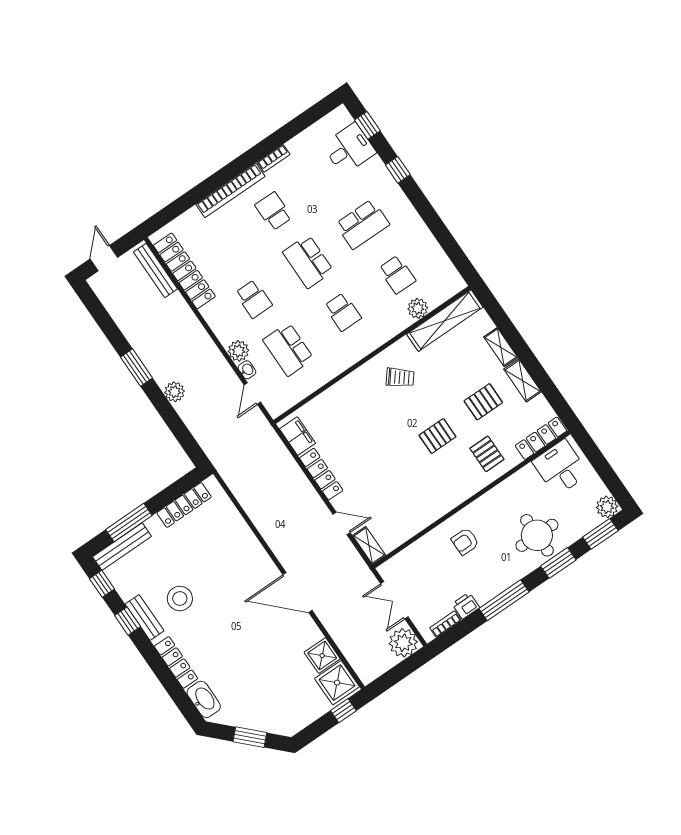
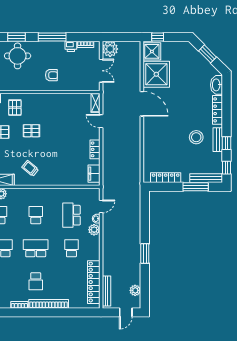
school desk: (308, 262) -> (36, 248), turned -90
school desk: (288, 349) -> (71, 215), turned 180
plant: (175, 392) -> (135, 290), moved
locker: (321, 474) -> (95, 149), width x0.66
shower: (322, 656) -> (156, 74), width x1.86, depth x1.86

